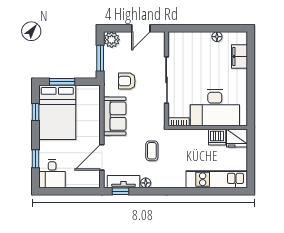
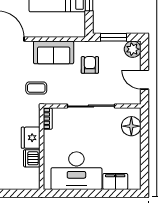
floor lamp: (217, 37) -> (131, 126), moved, width x1.89, depth x1.89
desk: (215, 108) -> (76, 171), moved, turned -90
fridge: (237, 138) -> (31, 138), moved
coffee table: (152, 151) -> (36, 88), moved

